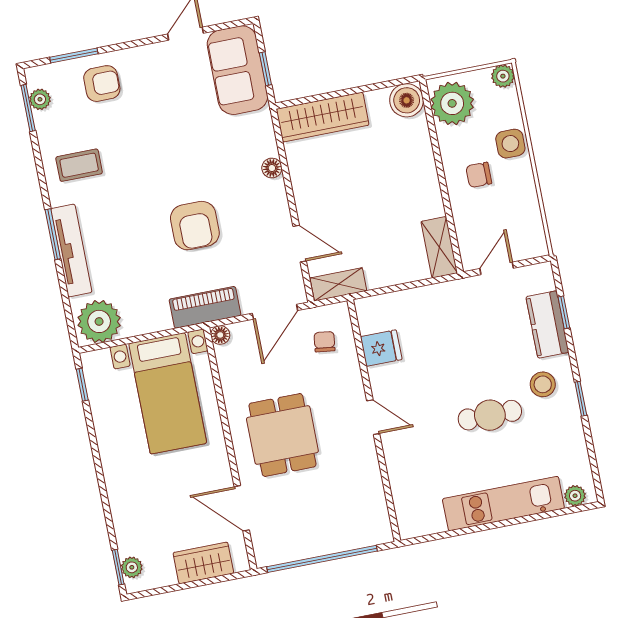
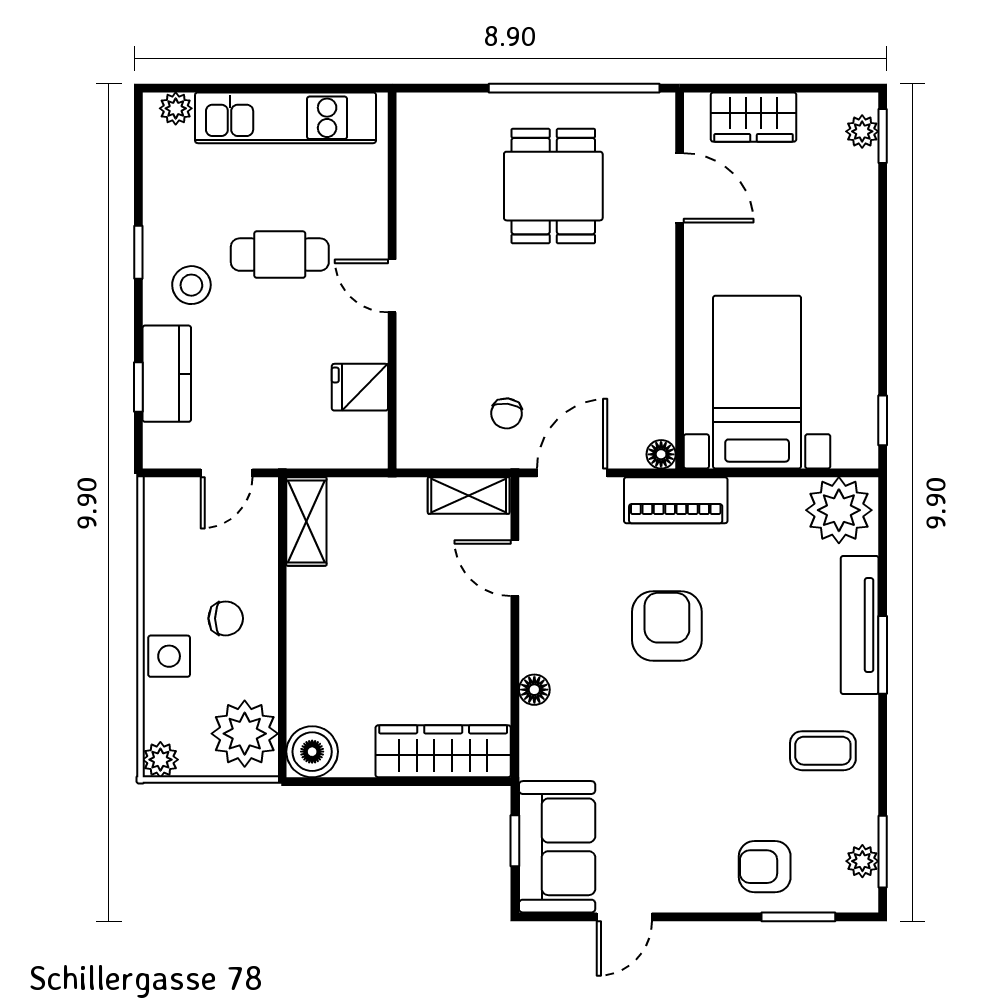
fridge: (381, 348) -> (360, 387), moved
door: (373, 417) -> (392, 286), moved
wall: (374, 421) -> (392, 281), moved
dining table: (282, 435) -> (553, 186), moved

